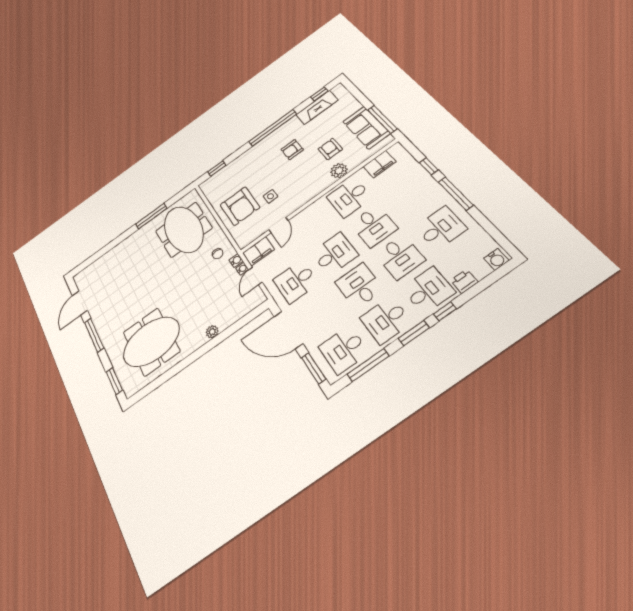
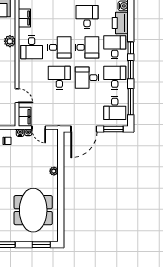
desk: (296, 281) -> (59, 108), removed
printer: (464, 281) -> (120, 23), width x1.87, depth x1.48
desk: (386, 320) -> (115, 78), turned 180

